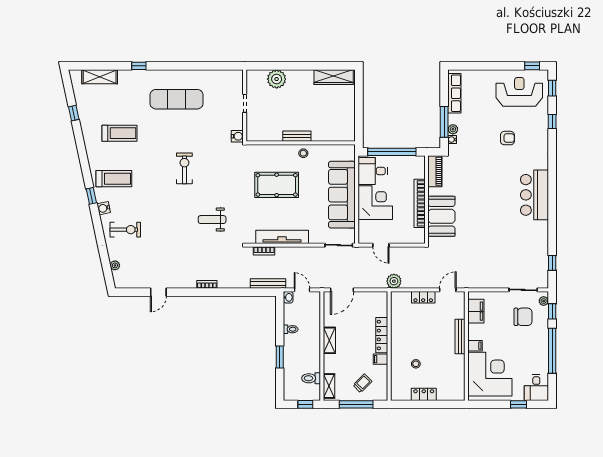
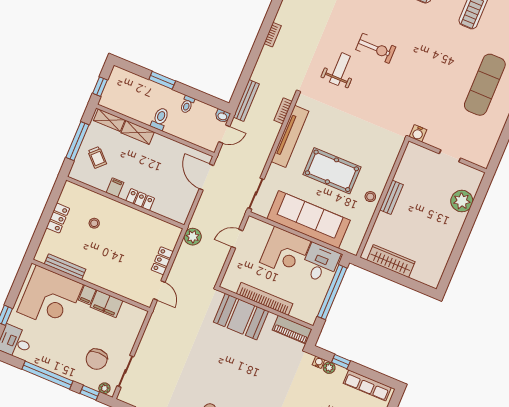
wardrobe: (334, 77) -> (391, 261), moved, turned 90
window: (444, 122) -> (341, 362), width x0.46
exercise bike: (184, 168) -> (376, 48), moved
pool table: (277, 185) -> (332, 171), moved, turned 90
filing cabinet: (476, 311) -> (106, 304), moved
locker: (382, 335) -> (140, 200), width x0.66
bench: (460, 337) -> (65, 267), moved
shelving: (329, 340) -> (138, 132), moved
toilet: (311, 378) -> (160, 119), moved

